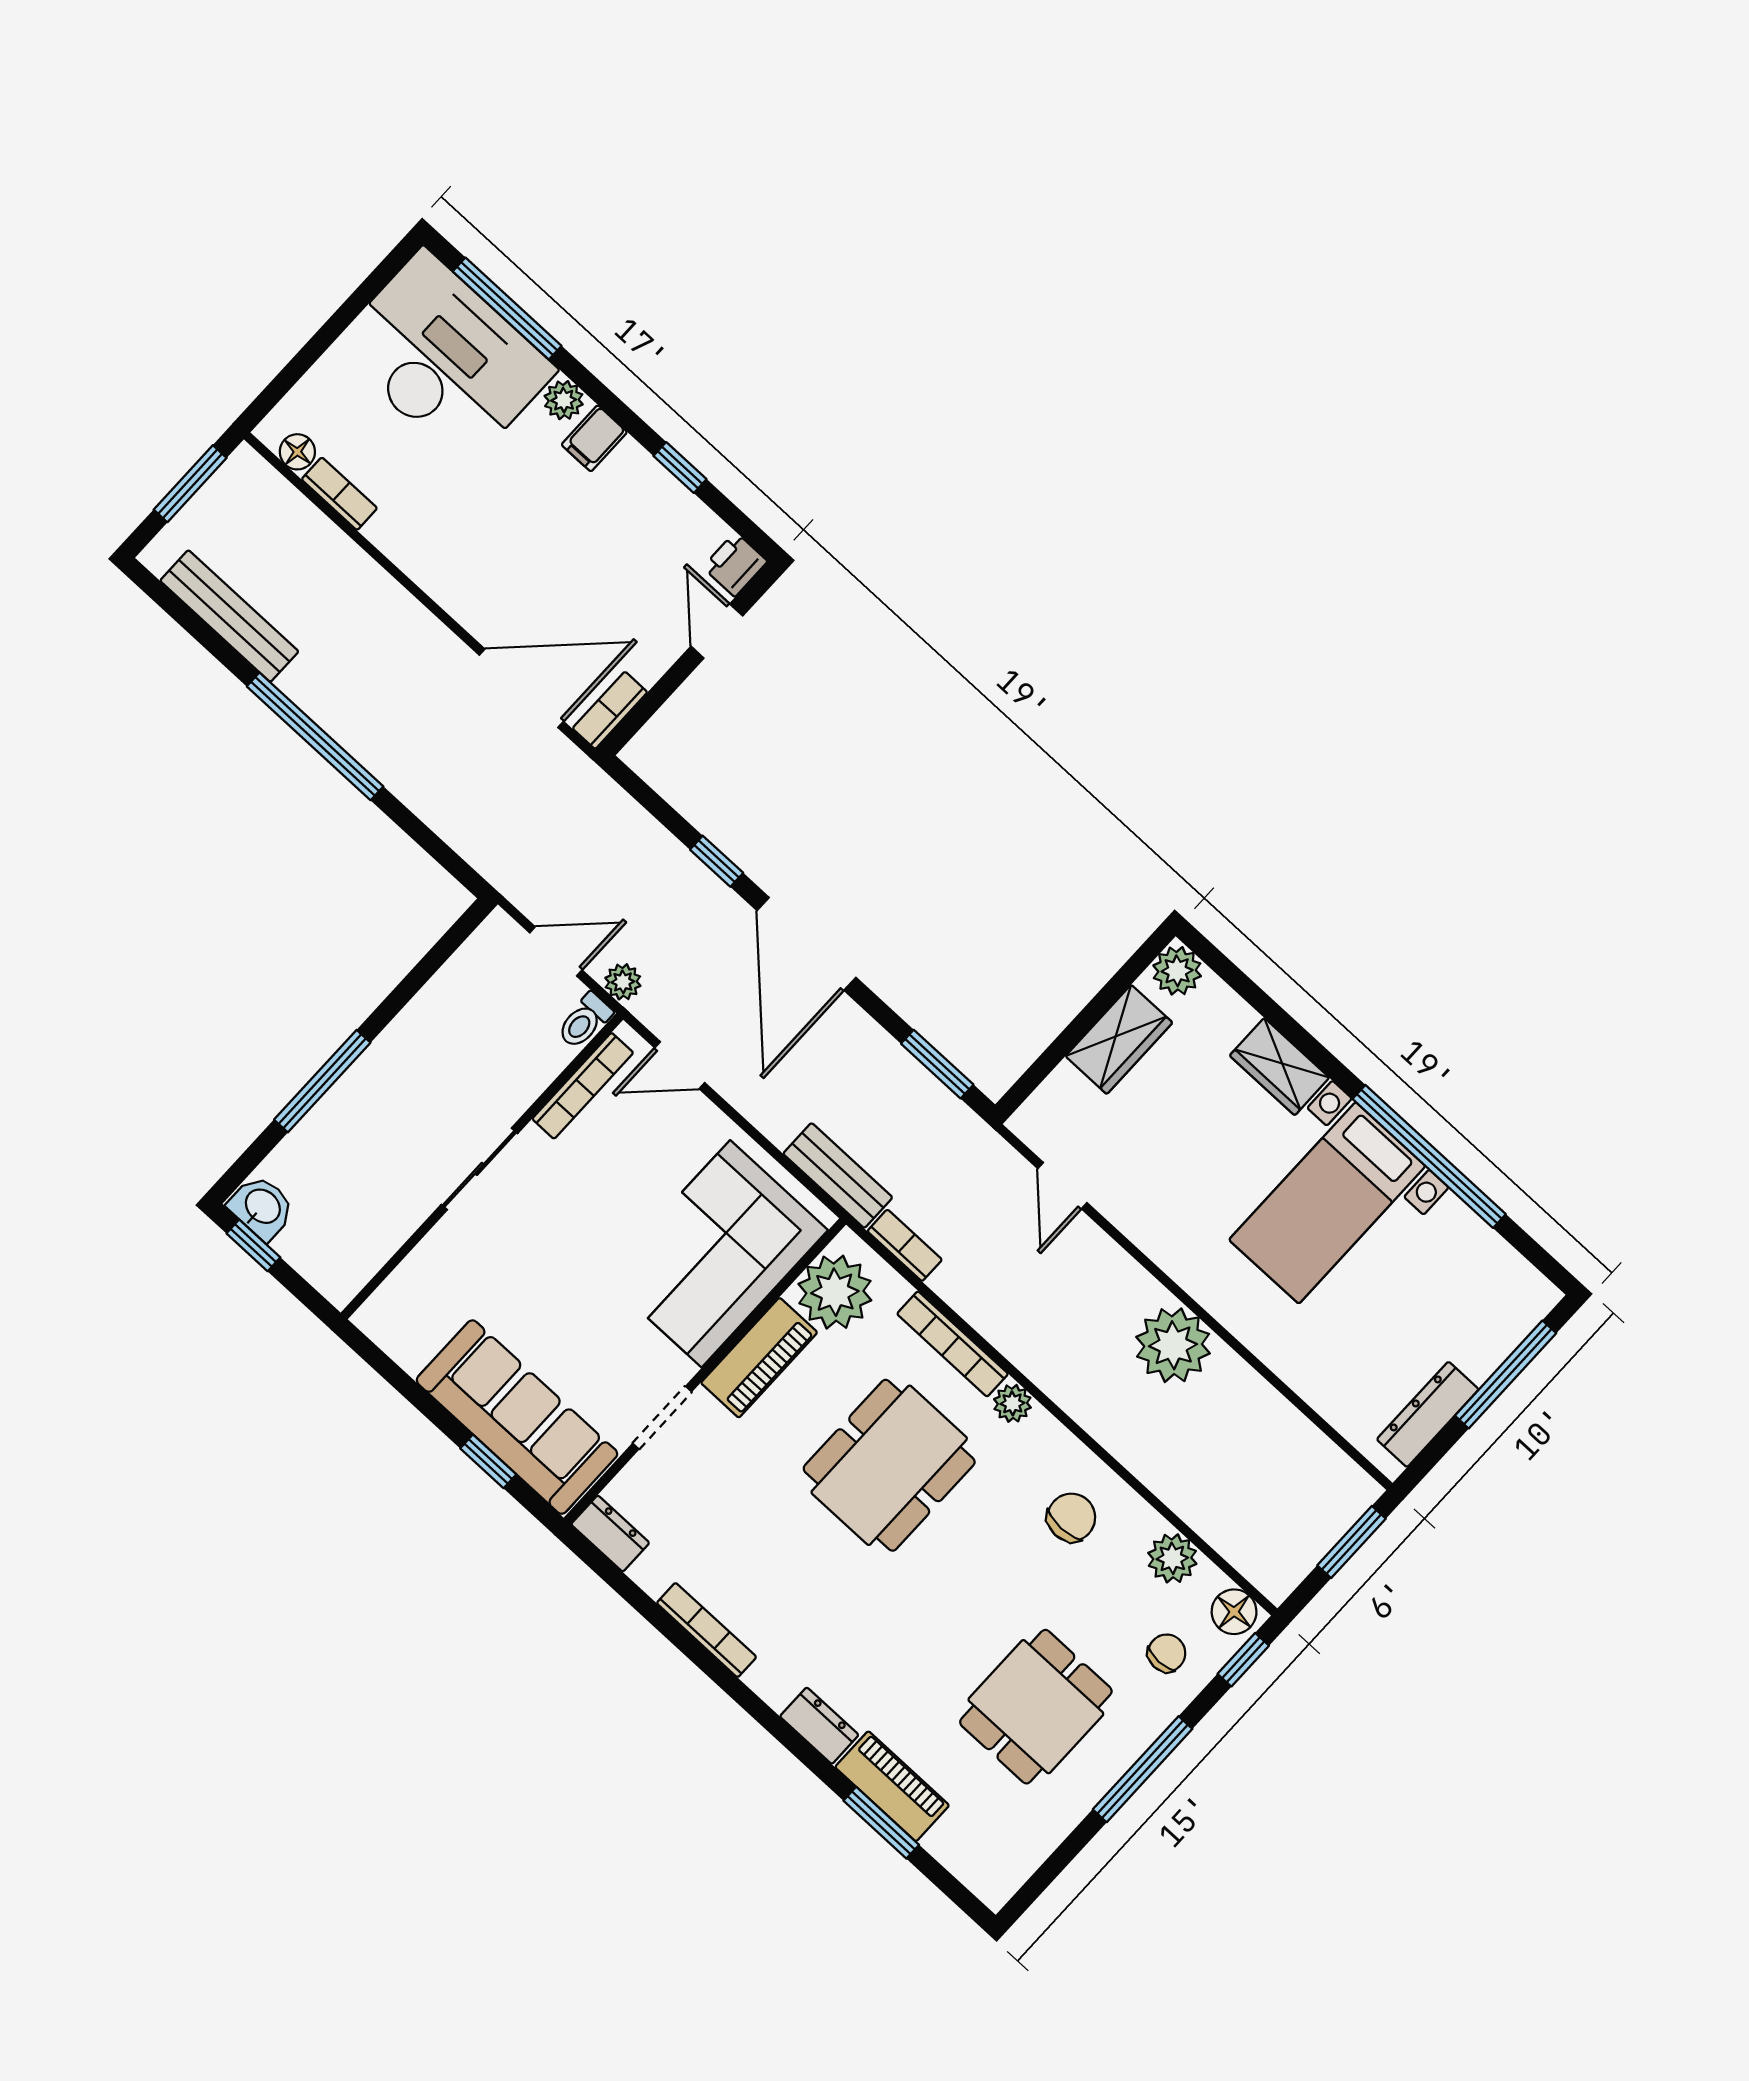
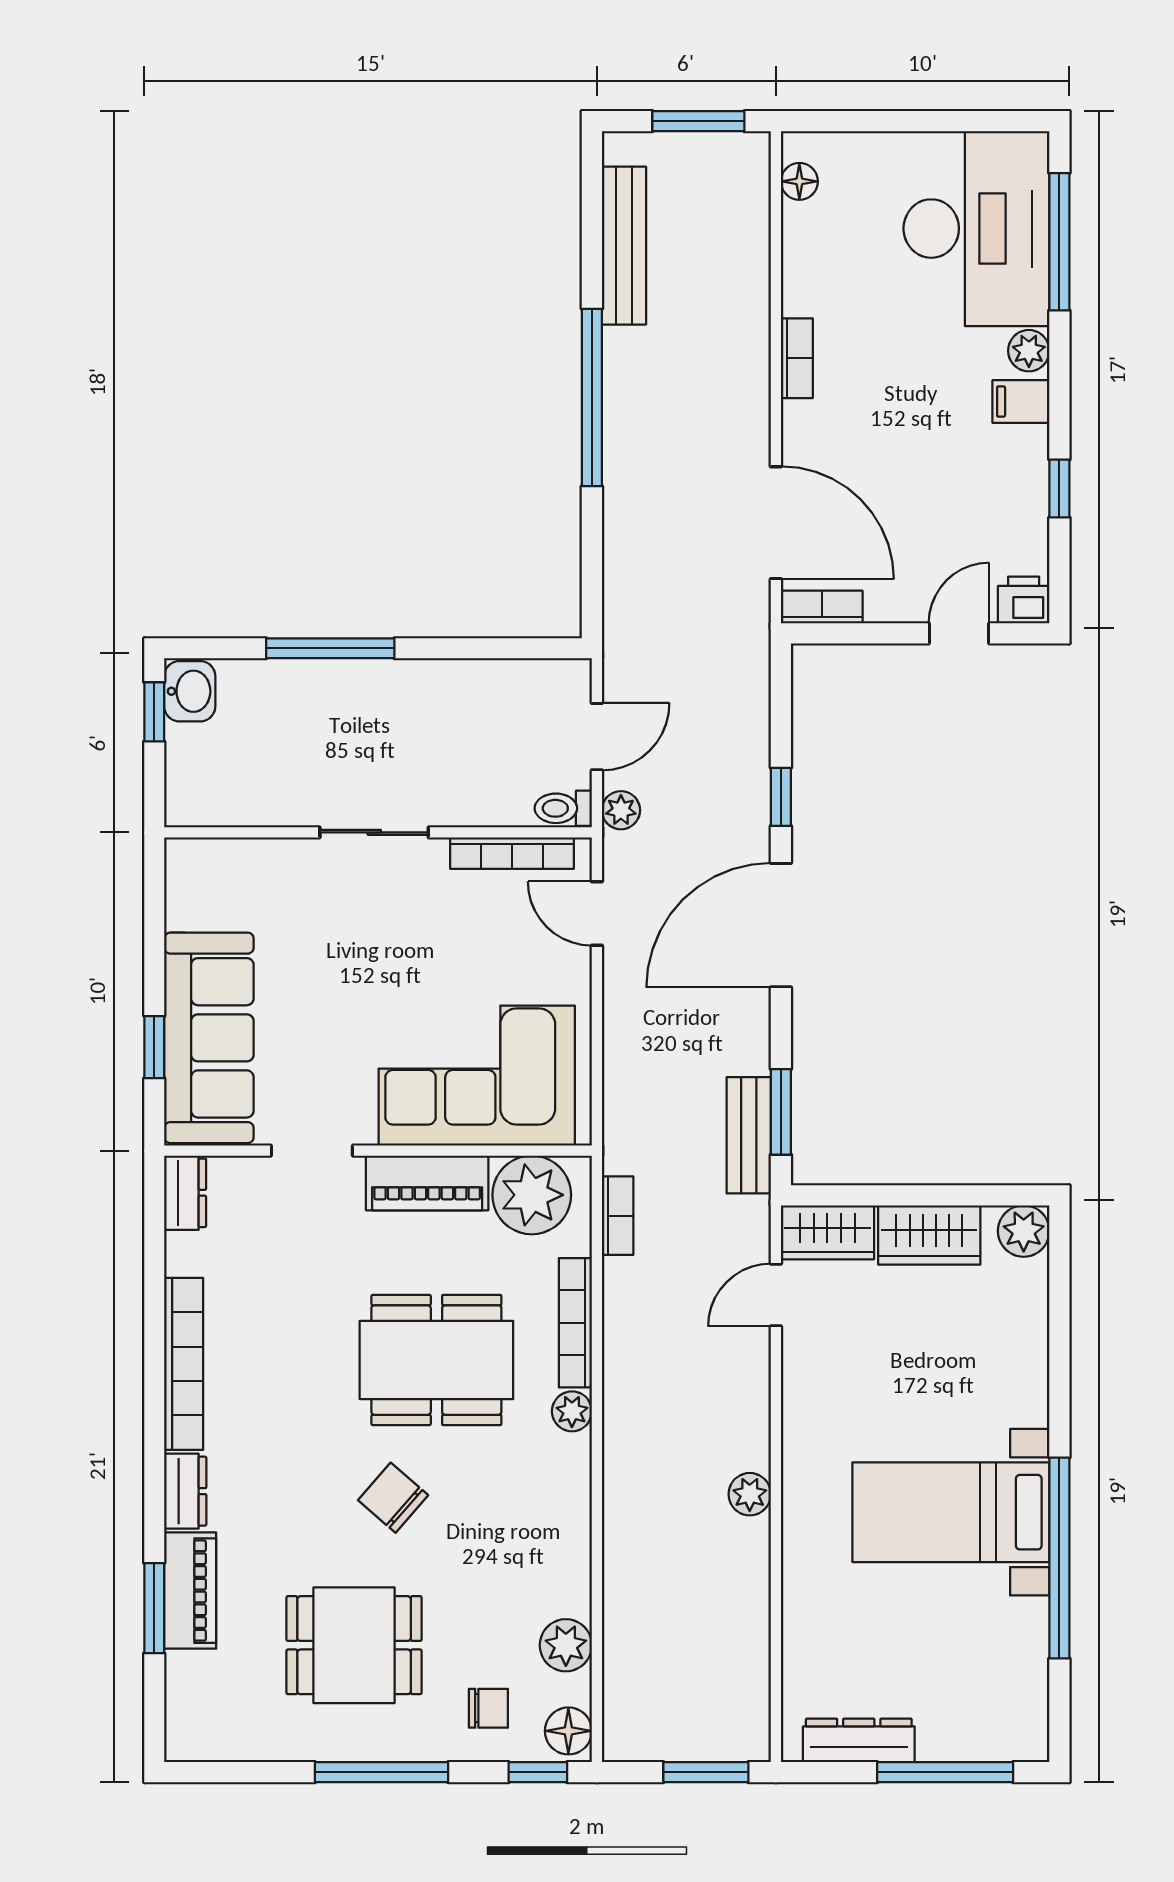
bookcase: (339, 494) -> (797, 358), moved
door: (556, 951) -> (597, 737), hinge flipped
wardrobe: (1279, 1067) -> (827, 1232), moved, turned -90
bench: (838, 1175) -> (749, 1135), moved
plant: (1173, 1345) -> (750, 1494), width x0.53, depth x0.53
chair: (1071, 1517) -> (393, 1498), moved, turned -139
bookcase: (707, 1630) -> (184, 1364), width x1.48, depth x1.31

